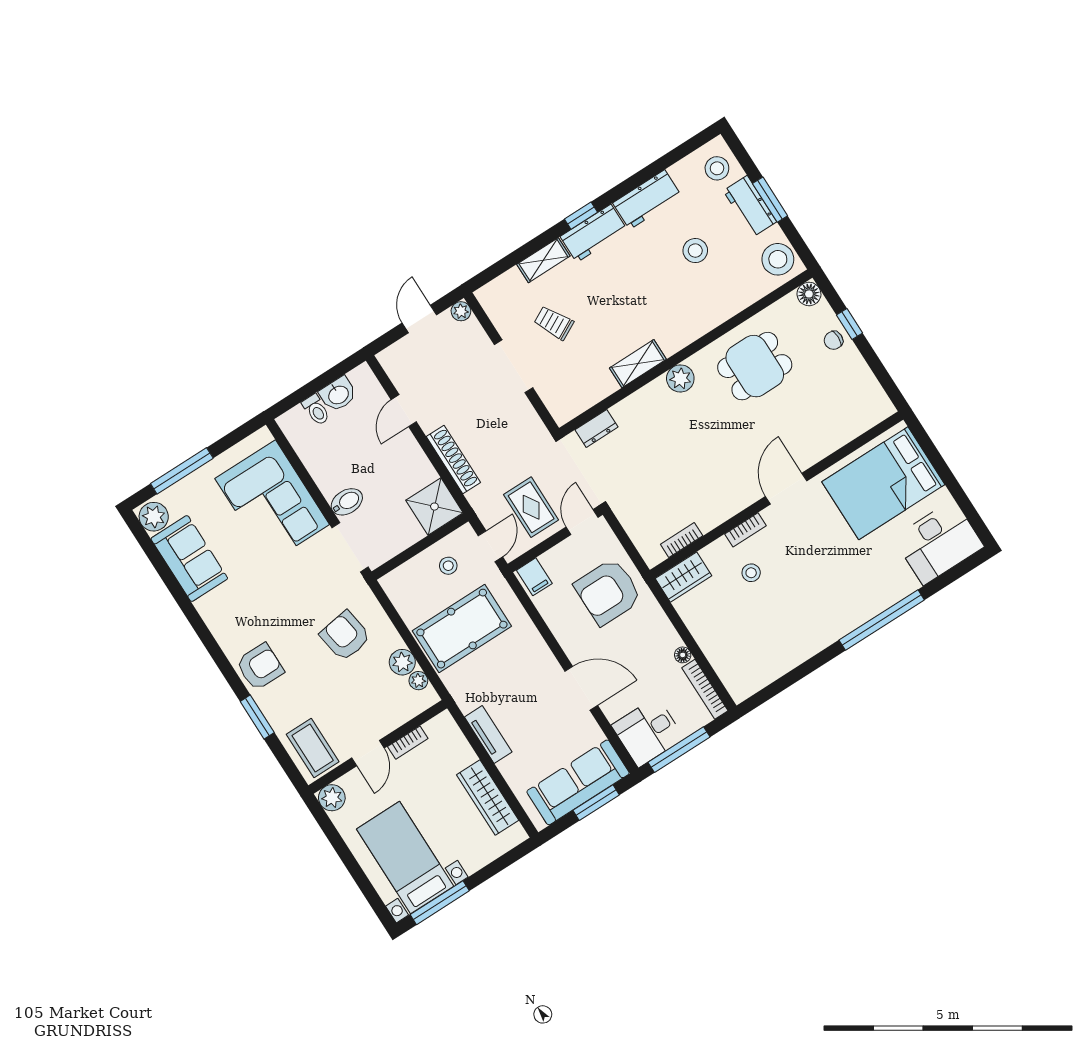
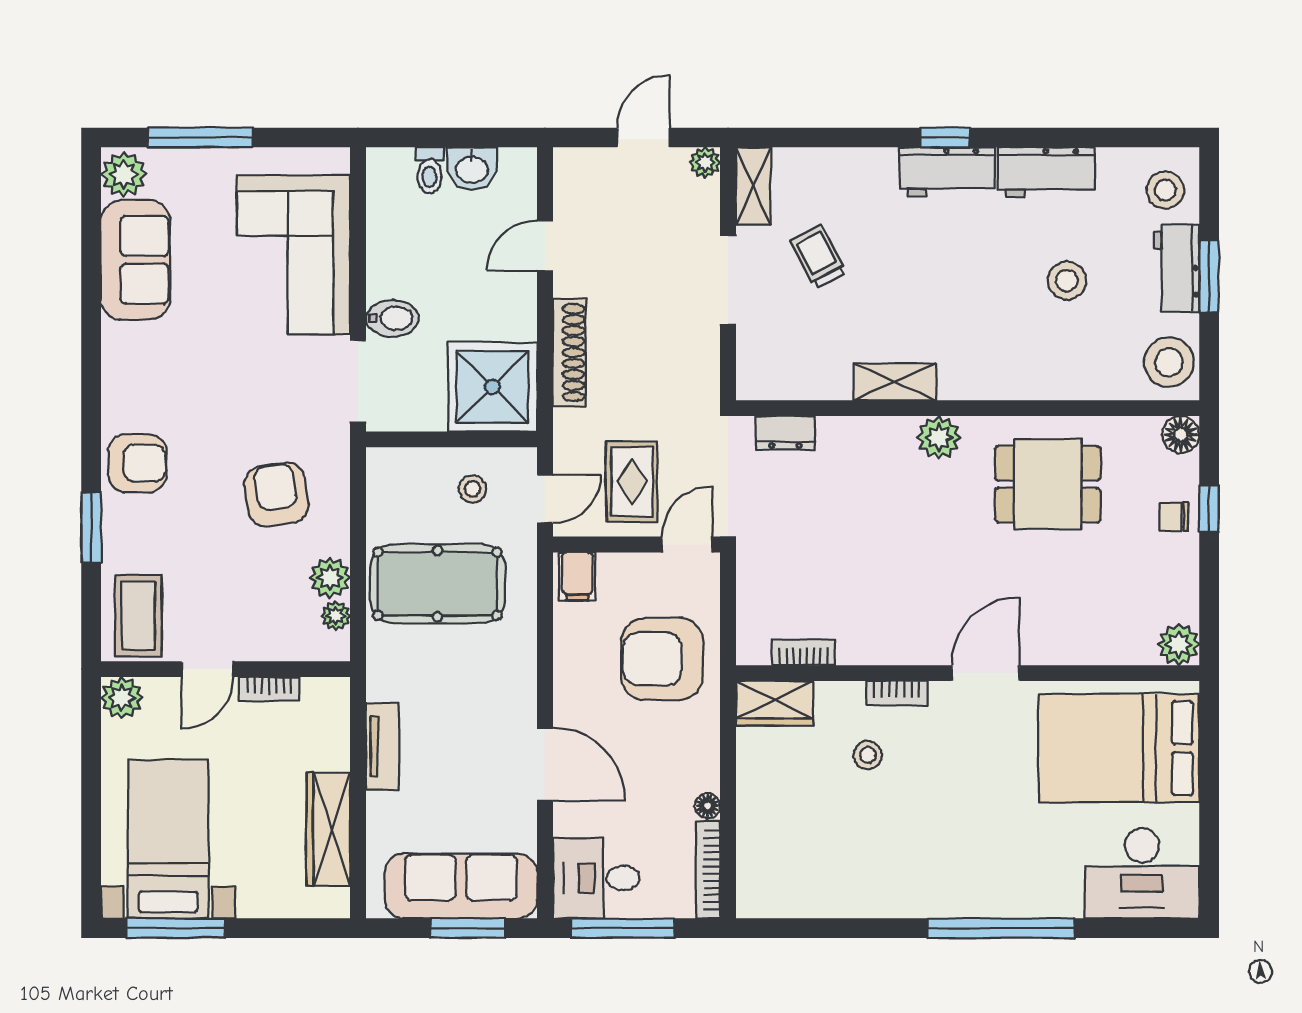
shelving: (543, 260) -> (753, 186), moved, turned 90
plant: (880, 407) -> (1179, 644), added
shower: (434, 507) -> (492, 387), width x1.37, depth x1.37

